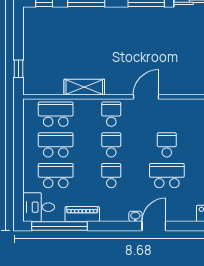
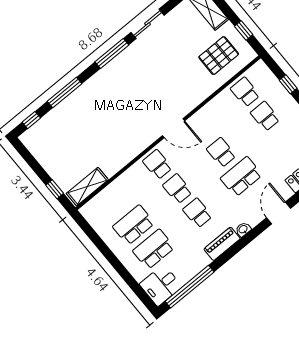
shelving: (84, 87) -> (87, 187), moved
door: (146, 97) -> (174, 128), swing flipped
school desk: (56, 114) -> (114, 201), removed
piano: (82, 214) -> (222, 244), moved
door: (154, 226) -> (279, 213), moved

